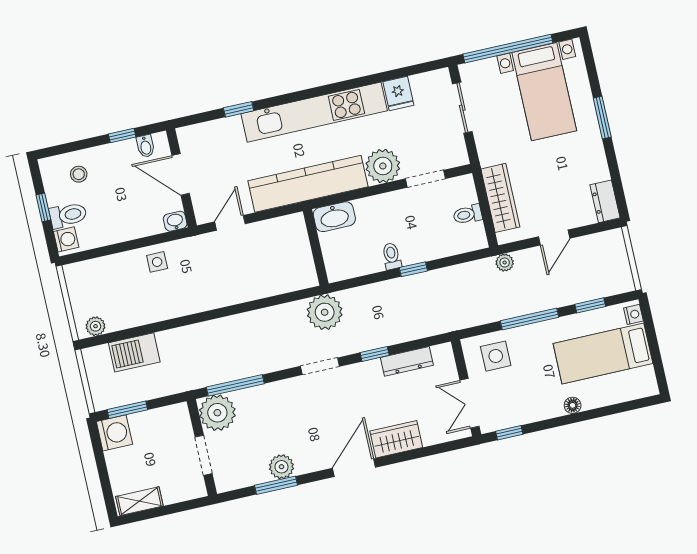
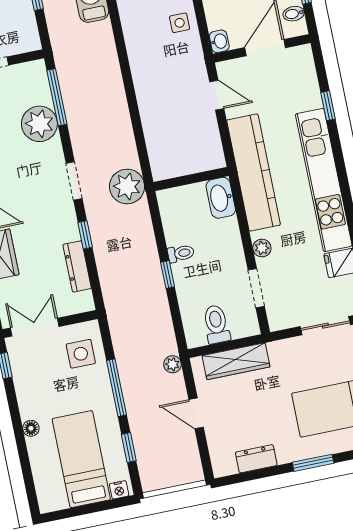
plant: (383, 166) -> (262, 248), width x0.53, depth x0.53
dresser: (605, 201) -> (256, 459), moved
toilet: (468, 214) -> (216, 324), width x1.37, depth x1.39
plant: (217, 413) -> (39, 124), moved

